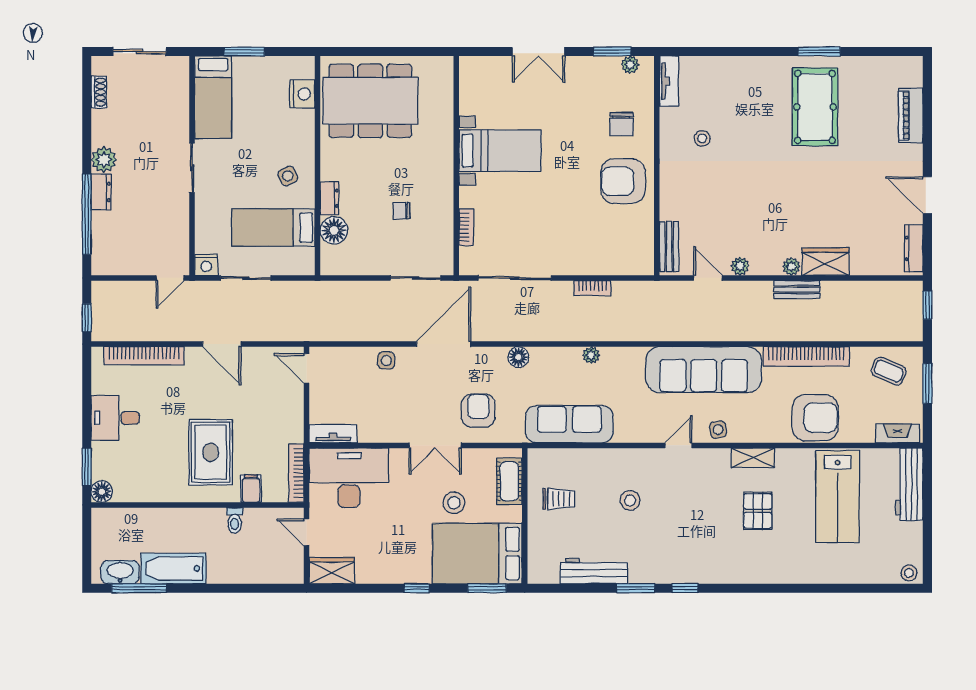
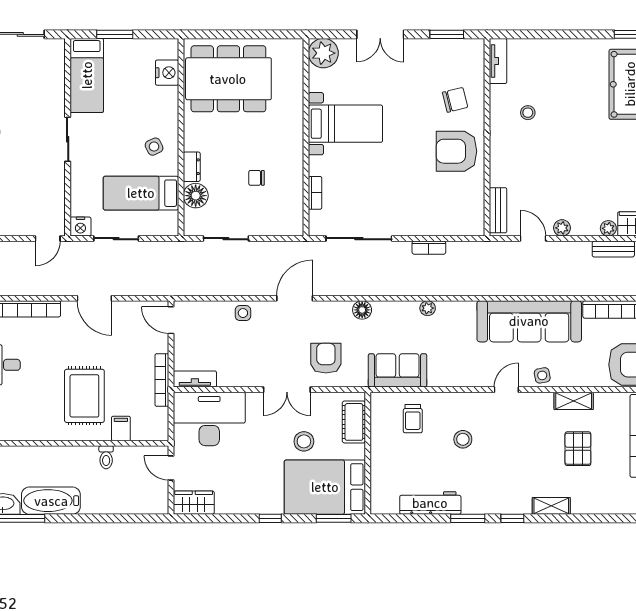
plant: (630, 65) -> (323, 53), moved, width x1.87, depth x1.87
chair: (621, 124) -> (455, 100), turned -104
sliding door: (416, 278) -> (226, 239), moved
door: (444, 344) -> (295, 298), width x0.73
sofa: (569, 424) -> (397, 370), width x0.73
bookcase: (296, 473) -> (162, 380), moved
trolley: (559, 499) -> (413, 419), moved, turned 90
shelving: (728, 574) -> (551, 506), added

